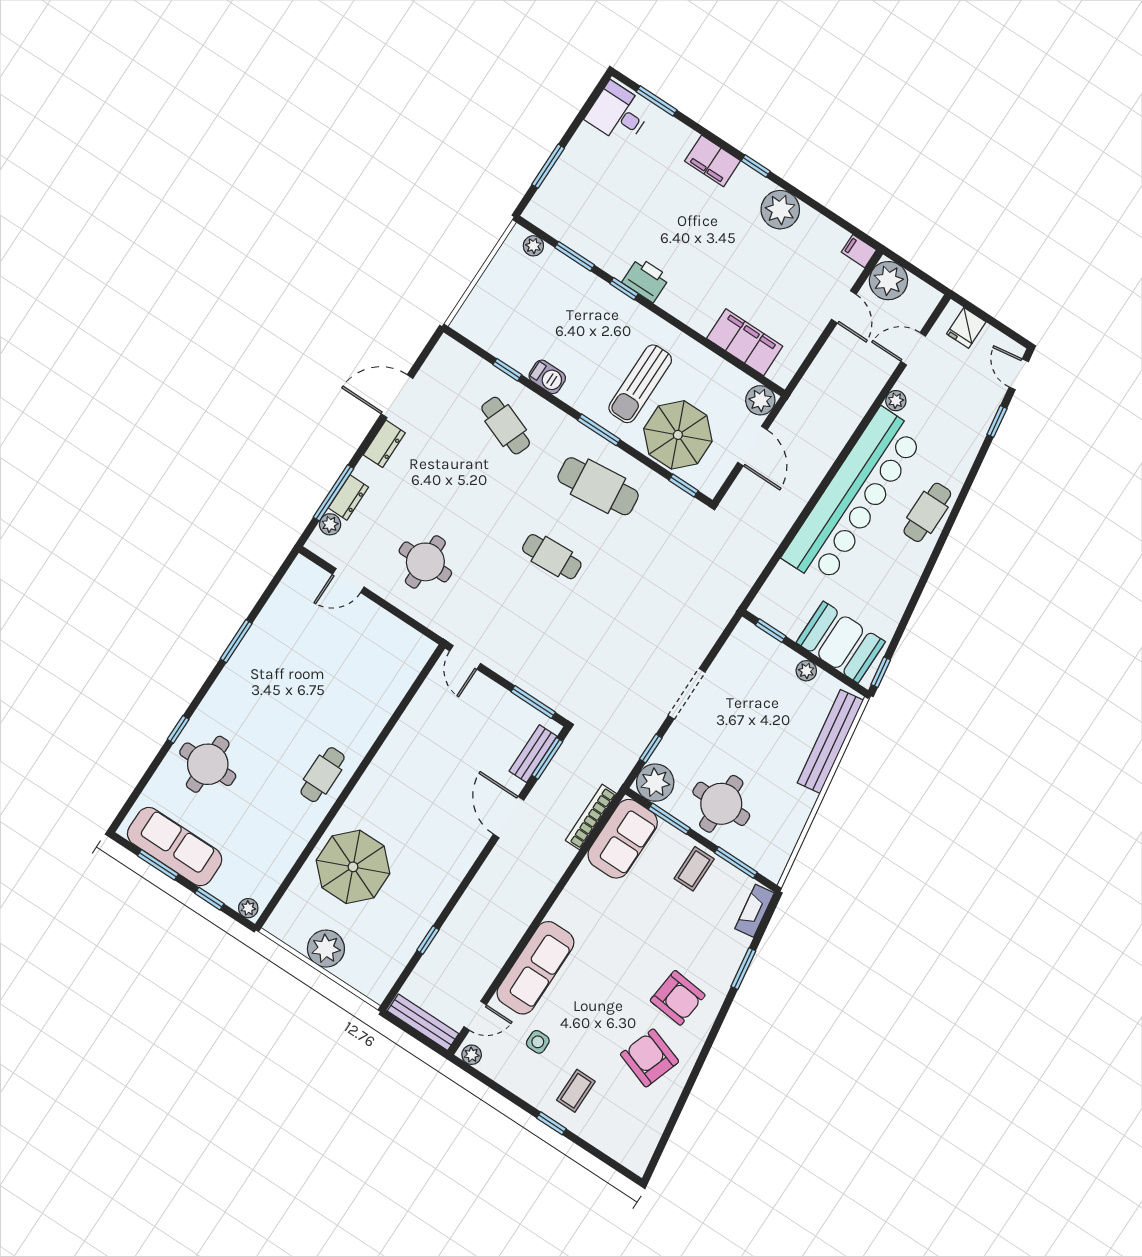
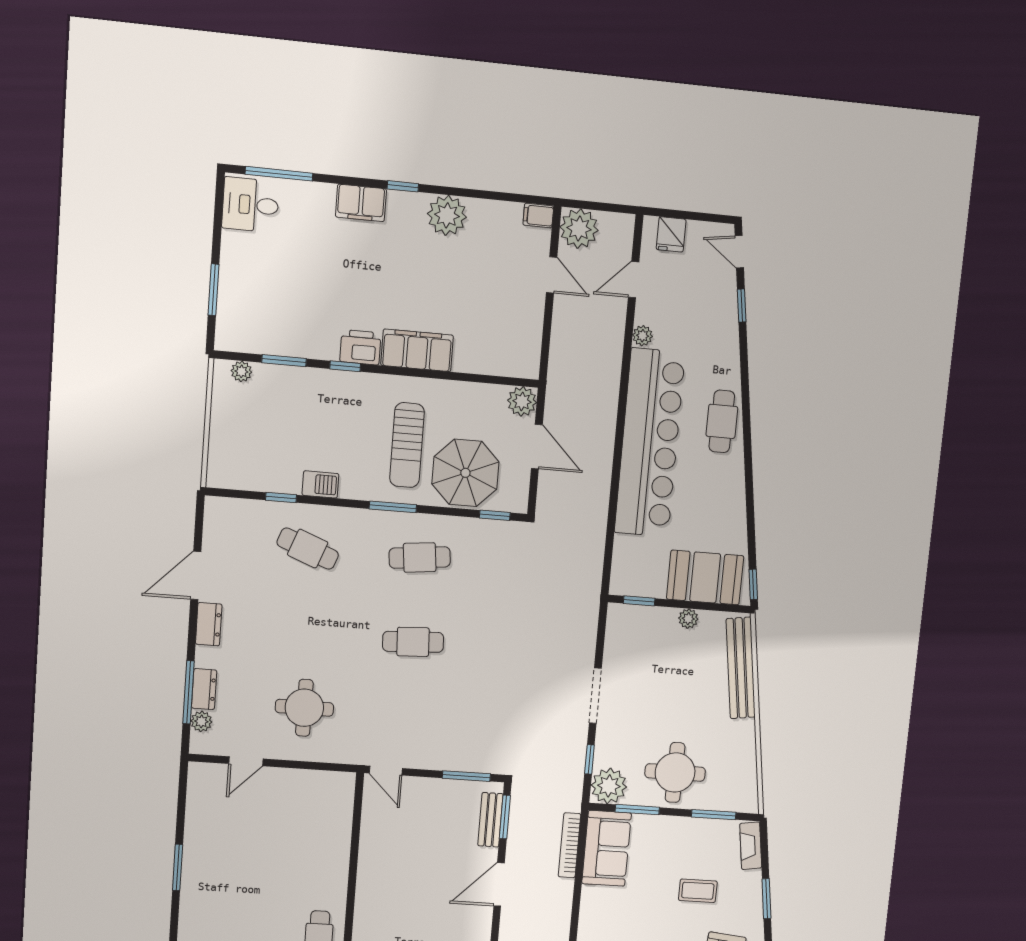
window: (657, 101) -> (279, 174), width x1.44
filing cabinet: (745, 342) -> (417, 350), moved
cafe table: (598, 486) -> (420, 558), width x0.73, depth x0.74
door: (509, 817) -> (499, 884), hinge flipped
coffee table: (694, 869) -> (698, 891), moved, turned 90

